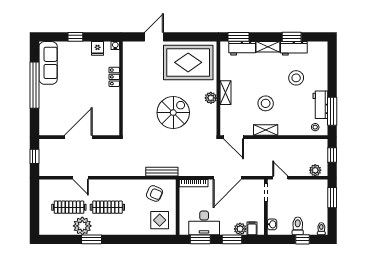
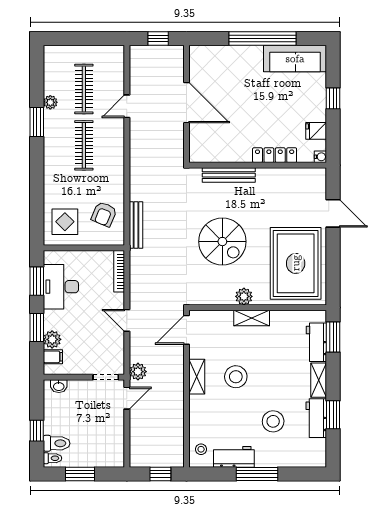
locker: (114, 77) -> (275, 155), width x1.53
bench: (128, 108) -> (229, 175), added
window: (332, 111) -> (257, 474), moved
plant: (315, 170) -> (138, 372), moved
door: (227, 178) -> (127, 320), width x0.53
window: (332, 198) -> (80, 474), moved
plant: (82, 226) -> (50, 102), width x0.53, depth x0.53
toilet: (298, 226) -> (57, 443), moved

